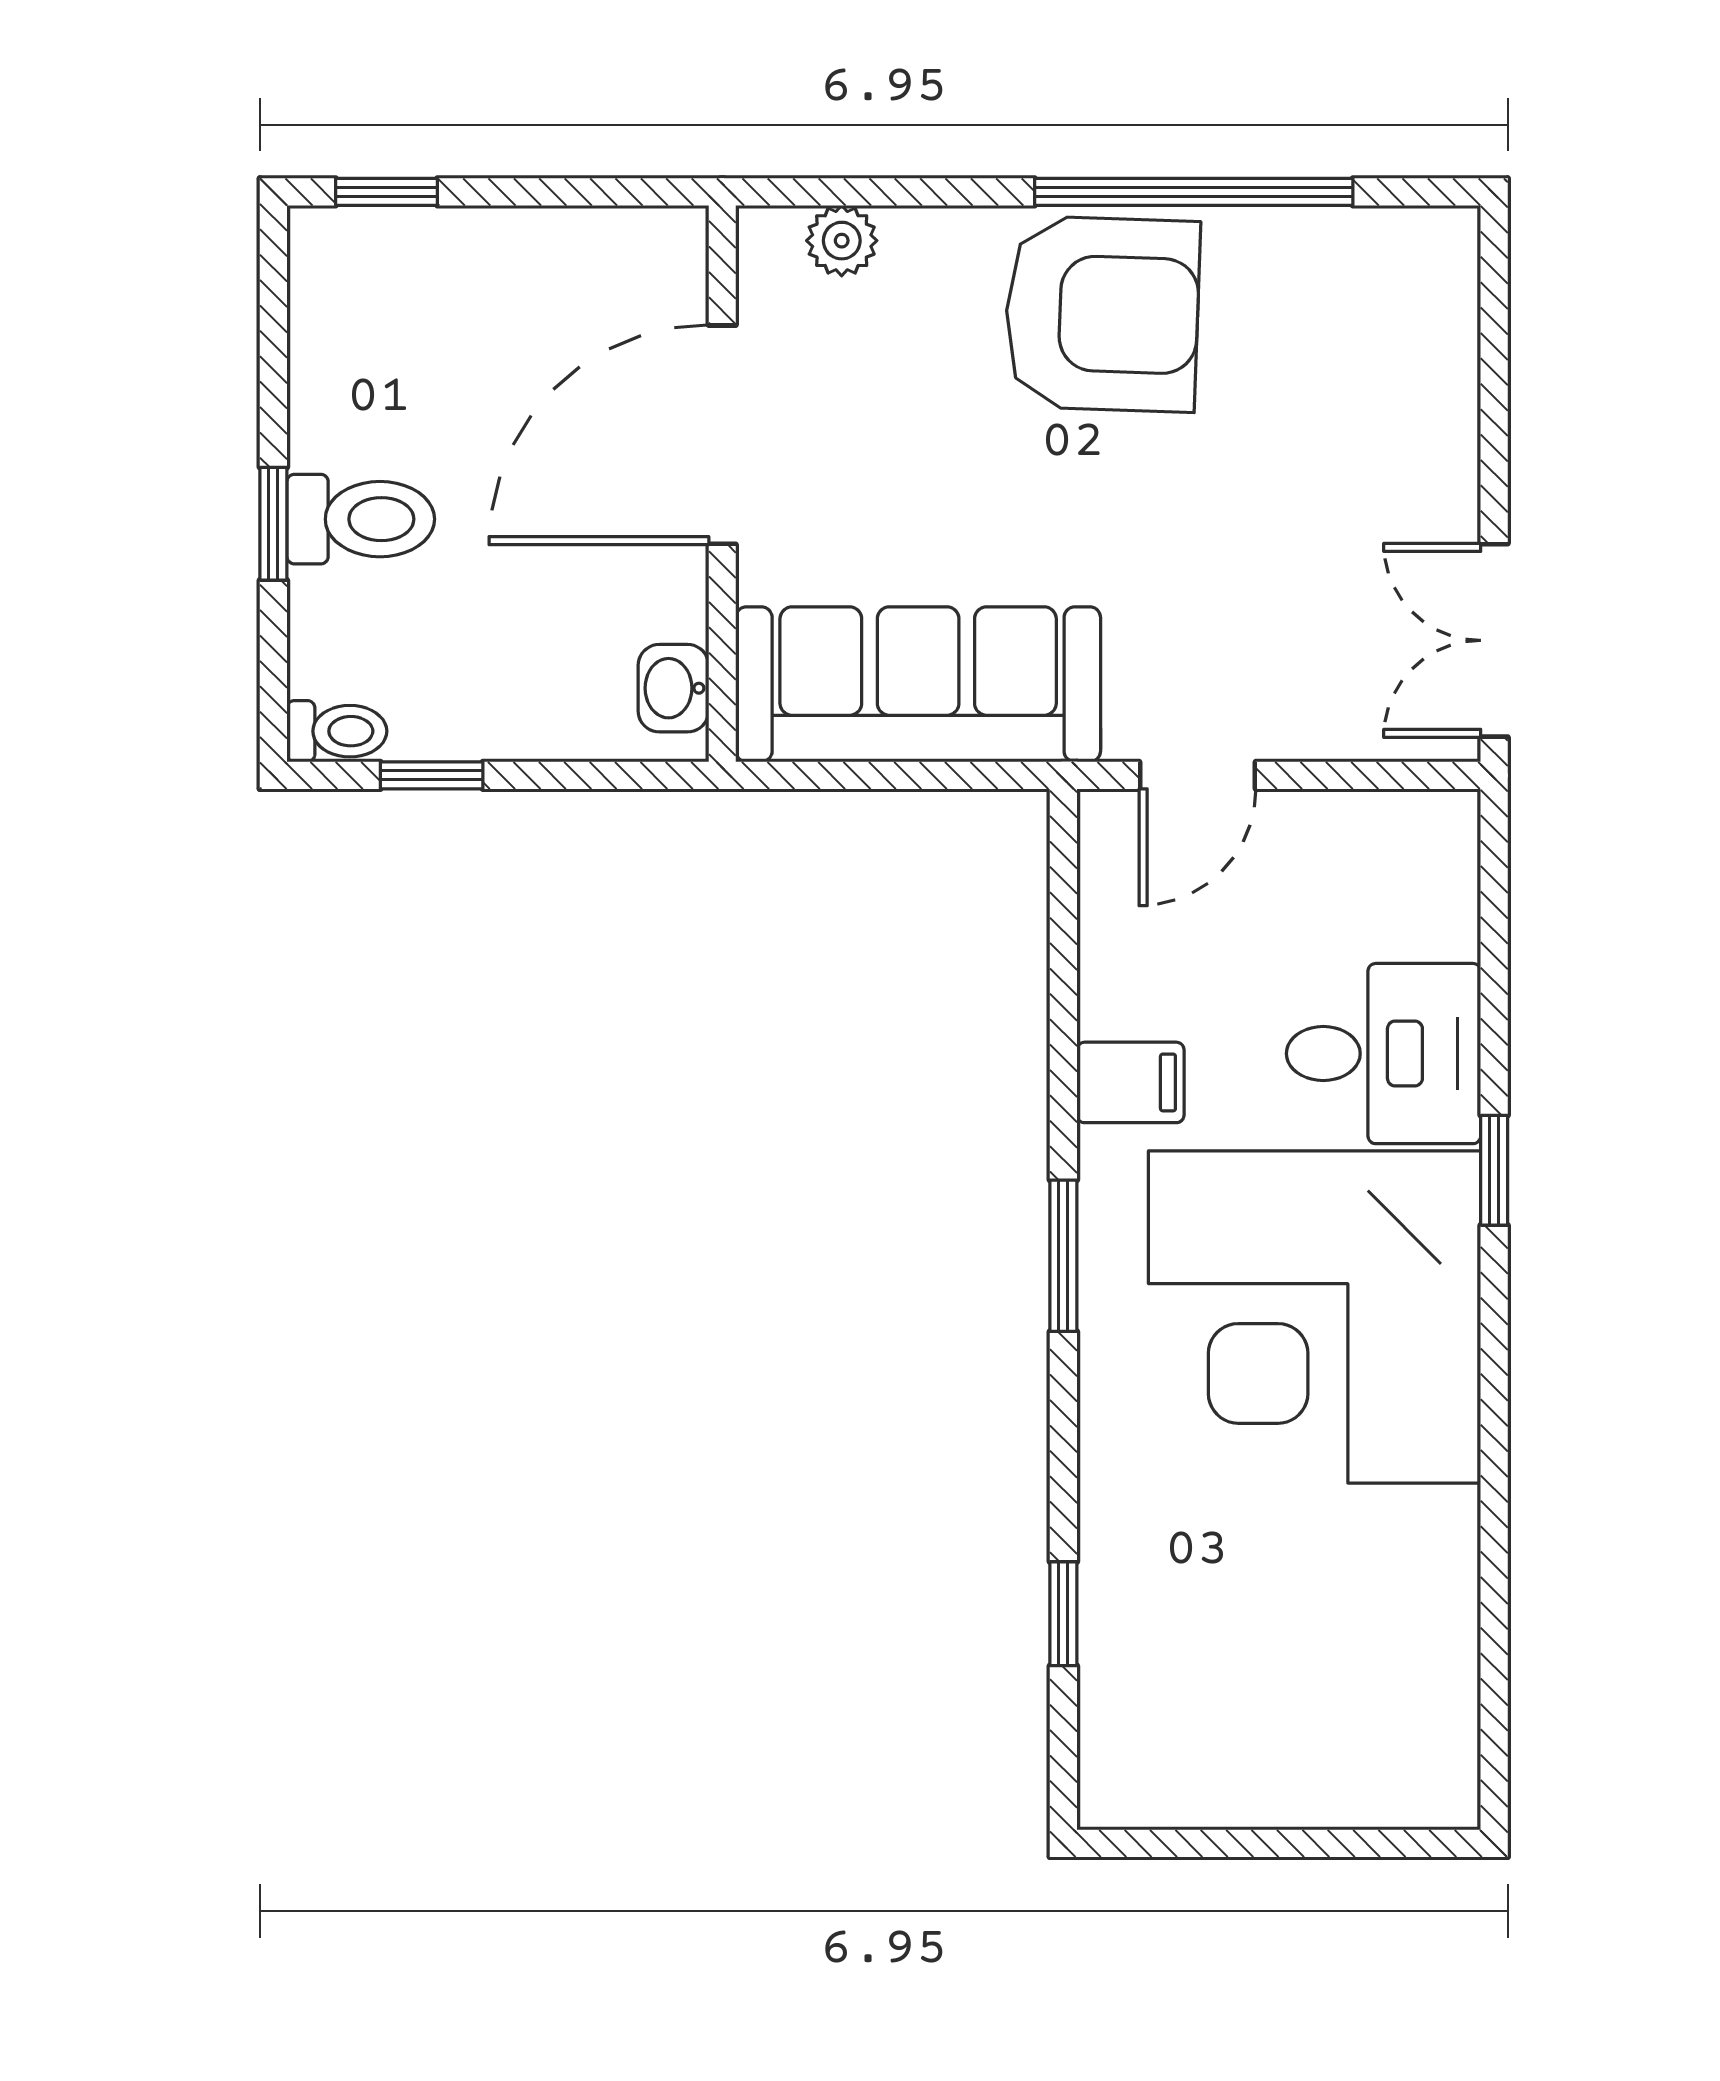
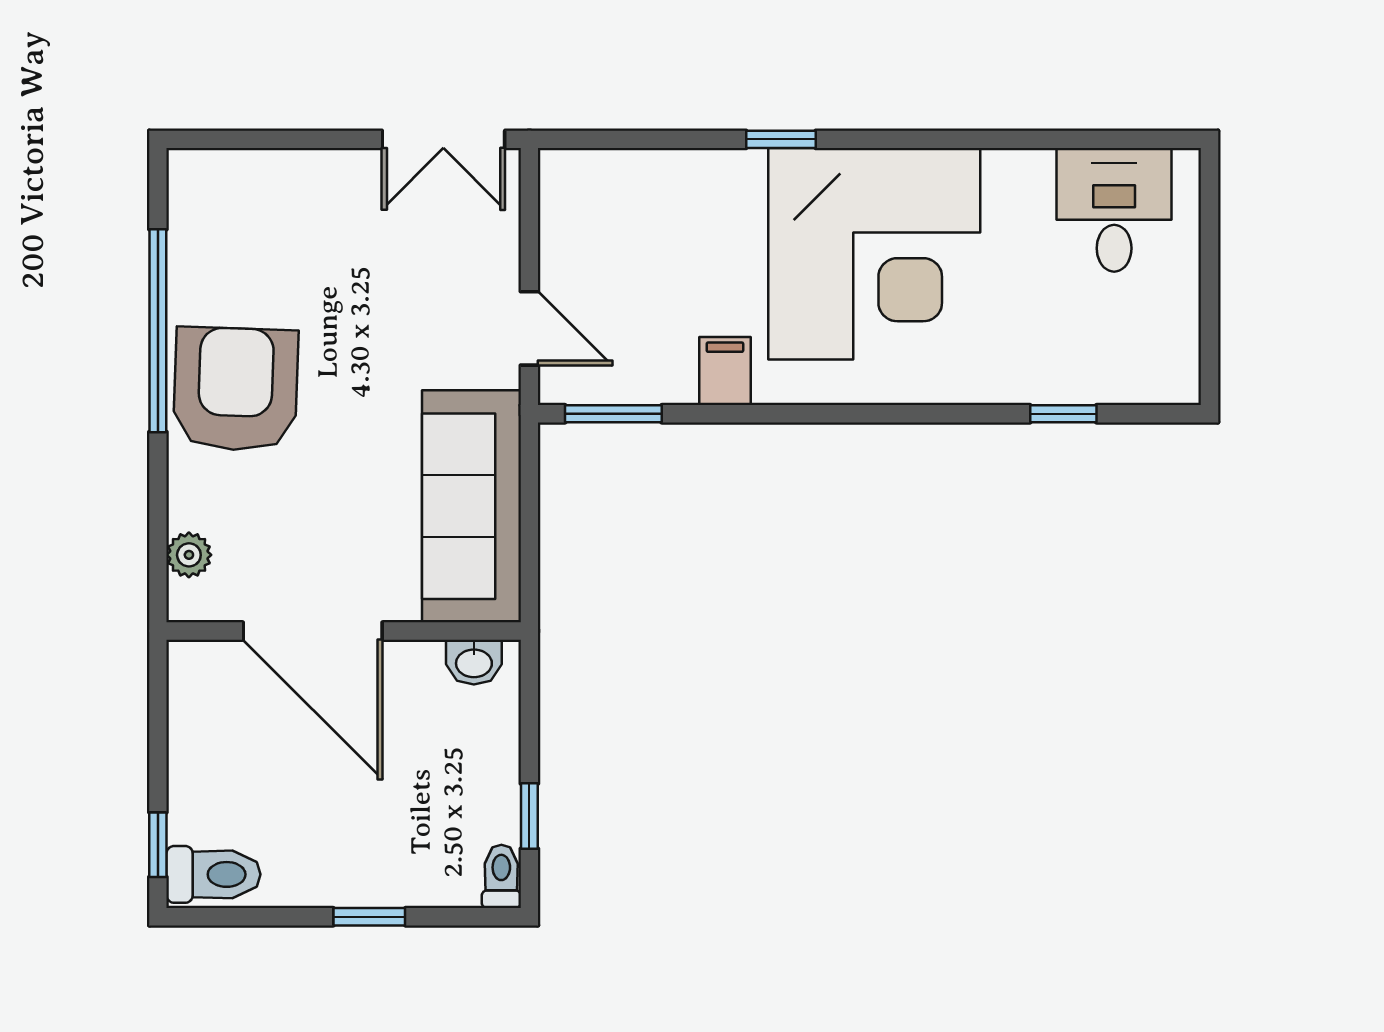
toilet: (361, 519) -> (213, 874), moved, turned 90
desk: (1384, 1054) -> (1114, 210), moved
window: (1063, 1256) -> (613, 414), moved

